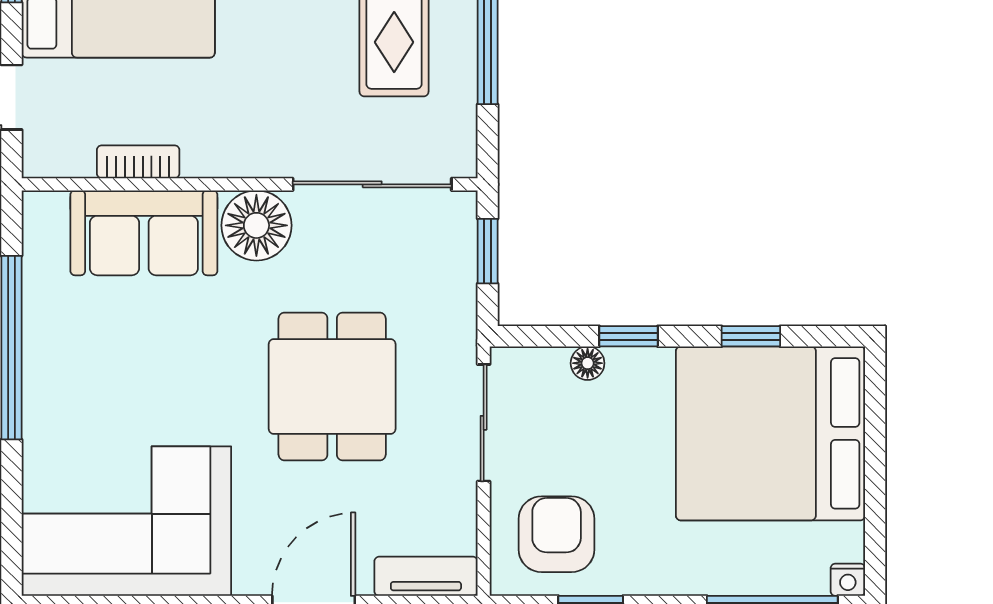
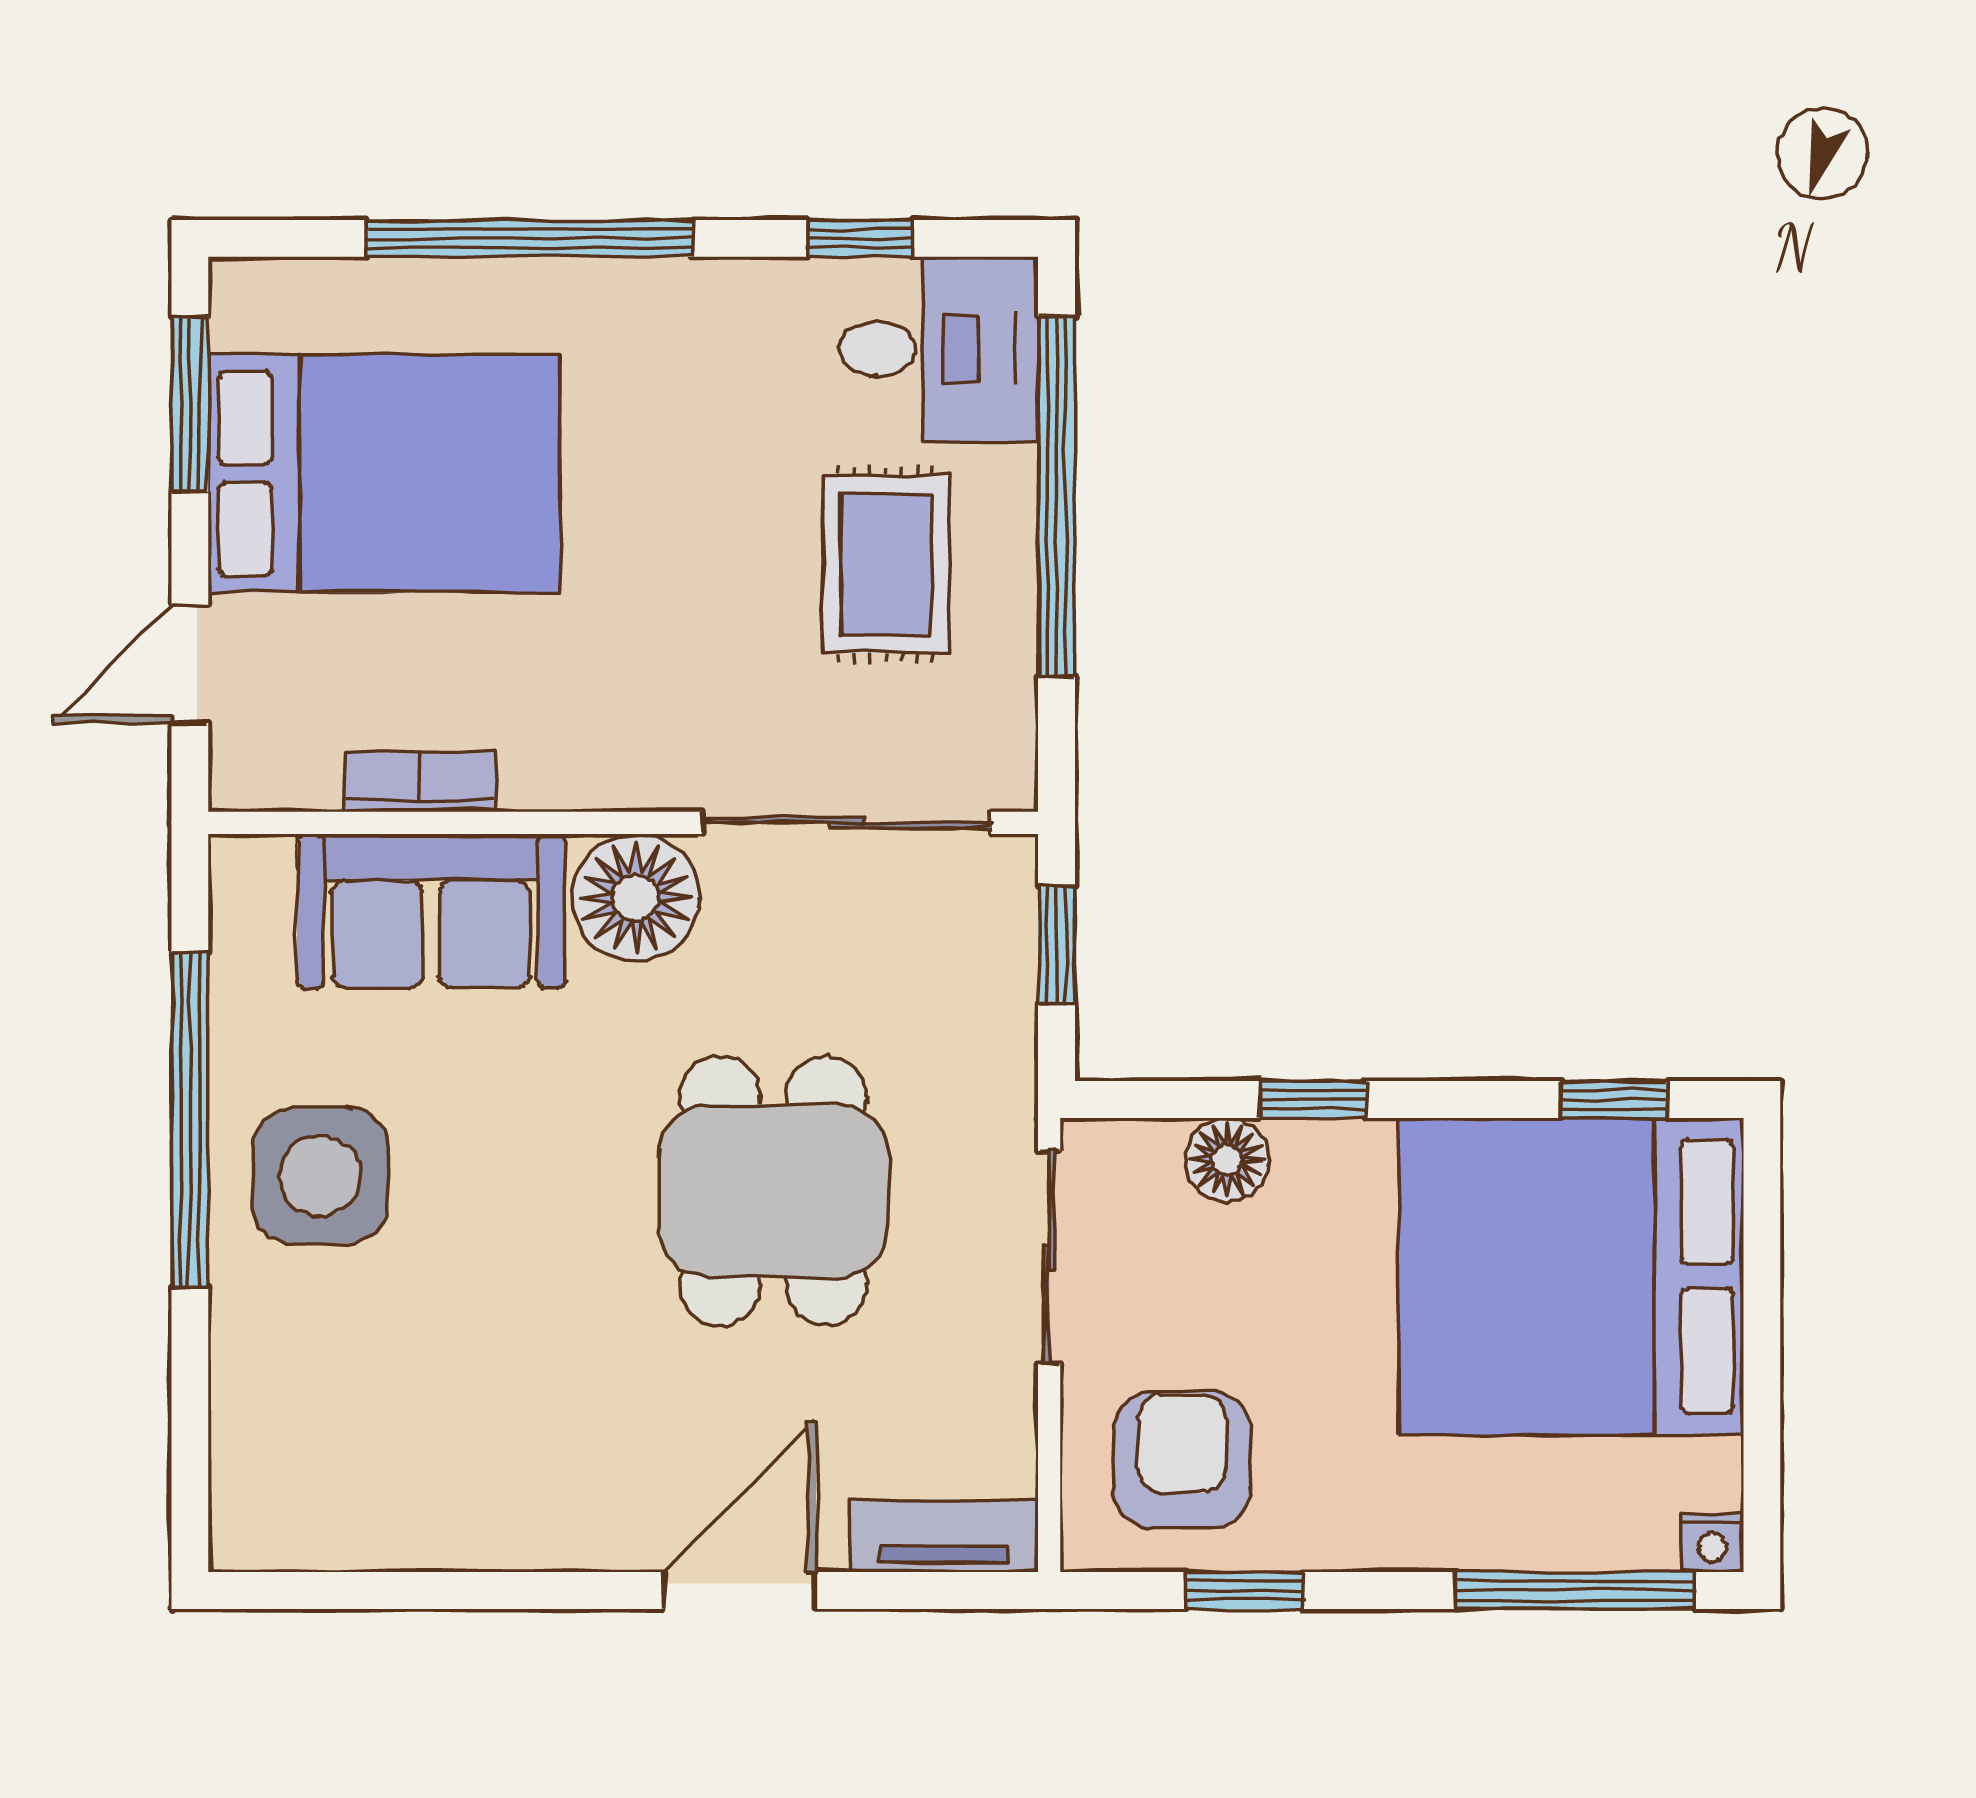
window: (751, 336) -> (1614, 1099), moved
floor lamp: (588, 363) -> (1227, 1160), width x1.37, depth x1.37
side table: (83, 378) -> (320, 1176), added
corner sofa: (126, 521) -> (399, 1436), removed

